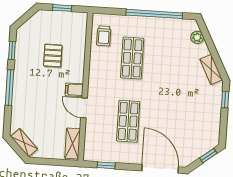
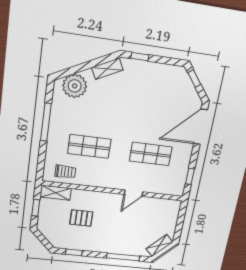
window: (154, 14) -> (46, 122), width x0.68
plant: (197, 37) -> (75, 86), width x1.88, depth x1.88
window: (10, 88) -> (123, 257), moved
filing cabinet: (74, 90) -> (115, 201), removed
shelving: (73, 144) -> (56, 193), moved

